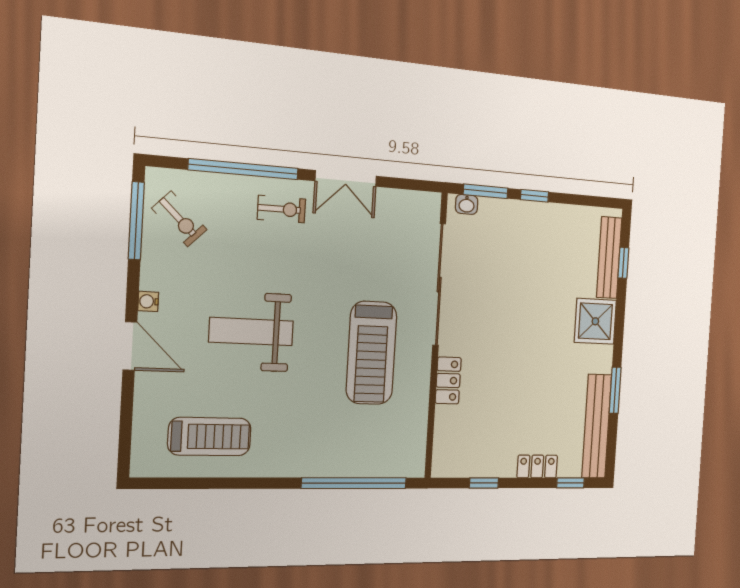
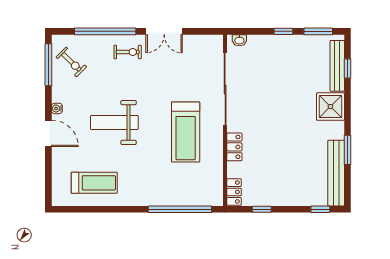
window: (486, 191) -> (318, 31), moved
locker: (537, 467) -> (234, 192), moved, turned 90

